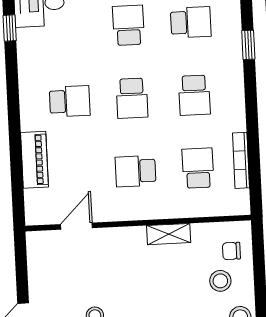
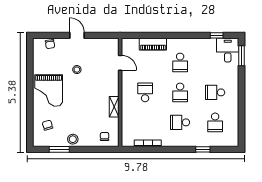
school desk: (128, 25) -> (215, 92), turned 180
school desk: (132, 98) -> (180, 92), turned -90
school desk: (198, 168) -> (145, 122), removed
stool: (220, 281) -> (90, 130), removed

